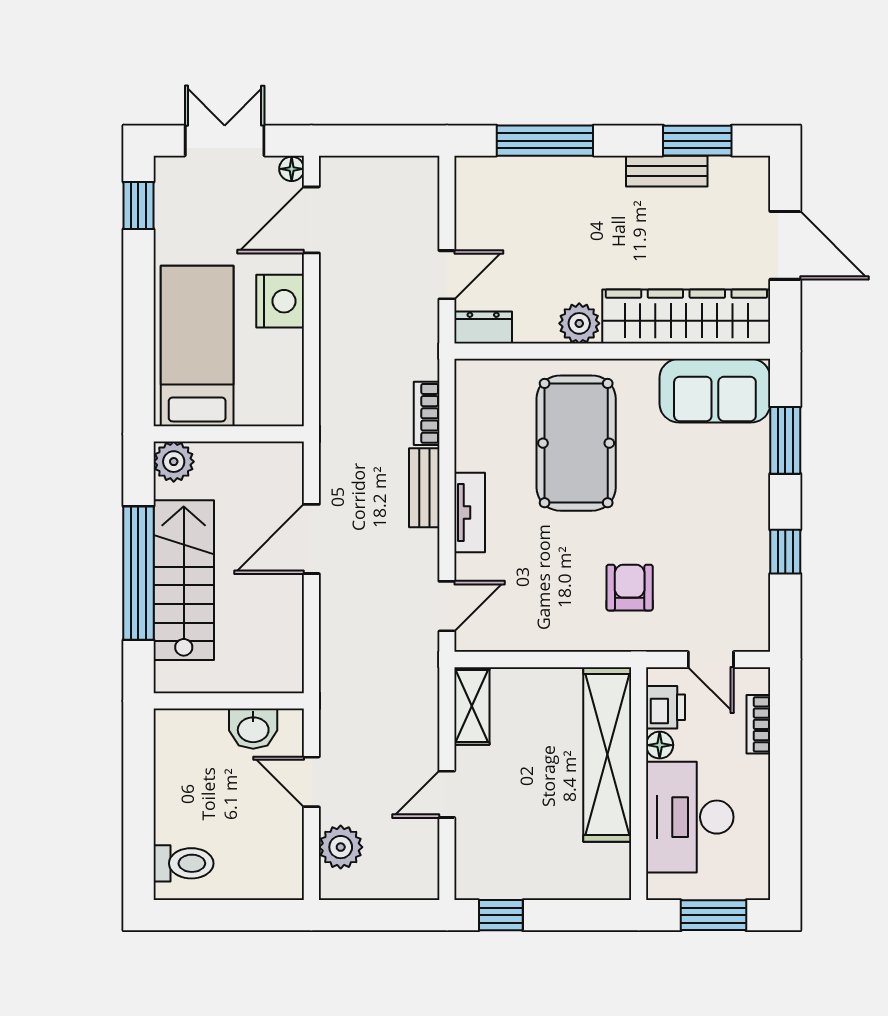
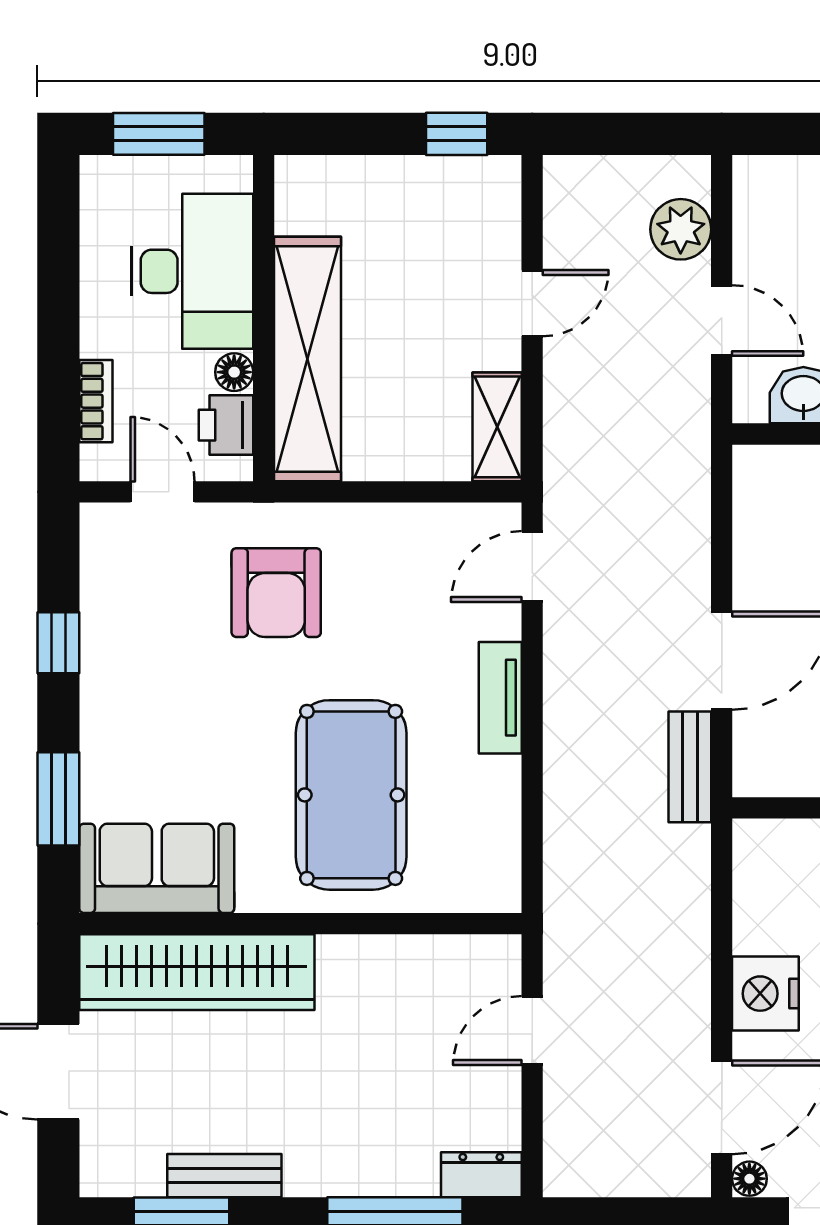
plant: (579, 323) -> (347, 962), removed
dresser: (483, 327) -> (481, 1175), moved, turned 180
bookcase: (427, 413) -> (560, 837), removed
bench: (424, 488) -> (690, 767), moved
armchair: (630, 588) -> (276, 593), width x1.38, depth x1.38

